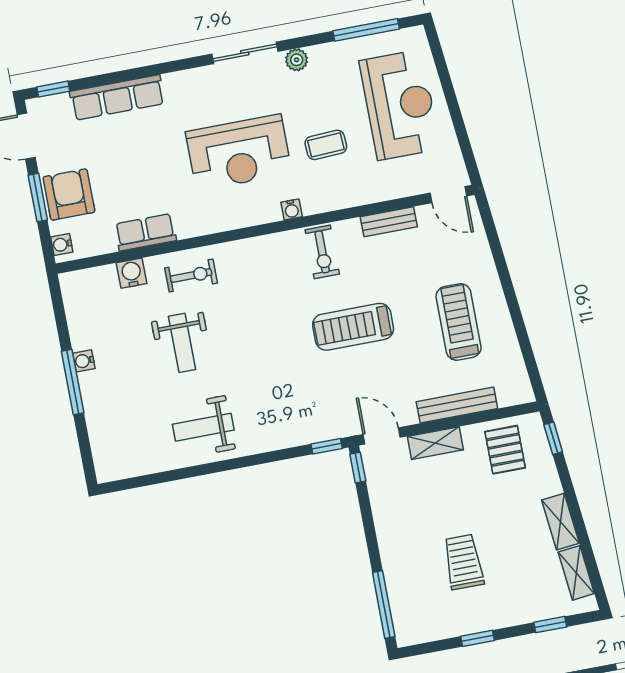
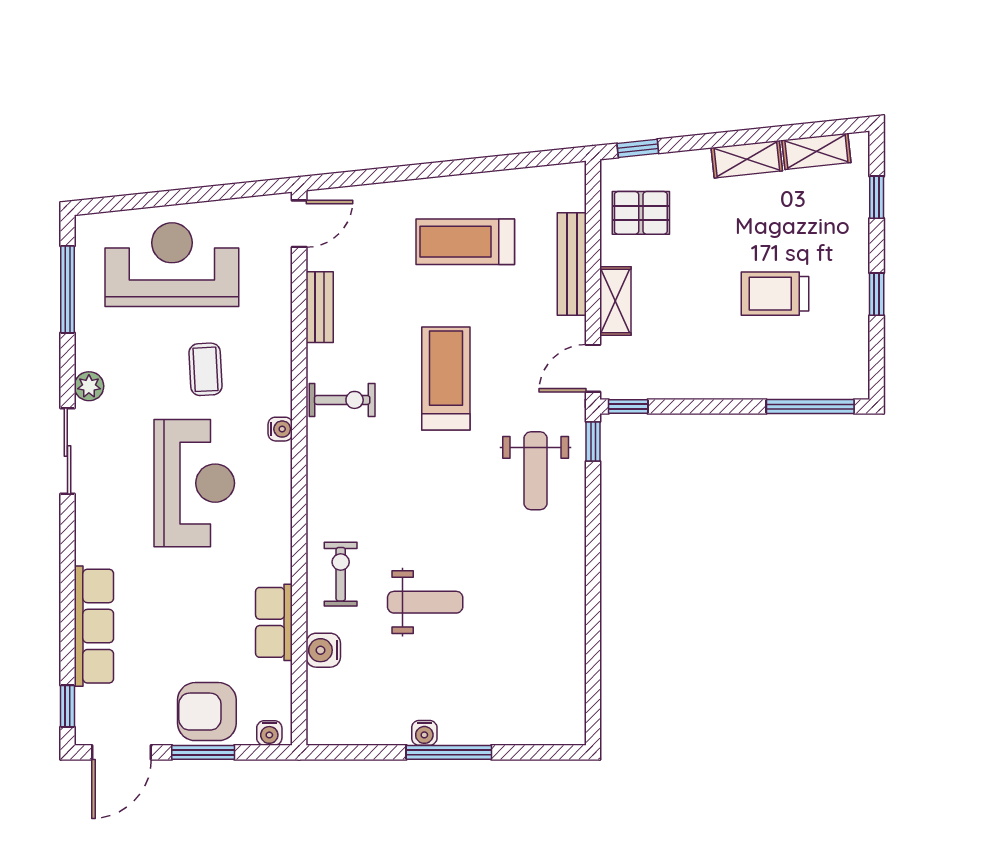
treadmill: (353, 327) -> (446, 378), turned 180
weight bench: (203, 427) -> (536, 471), moved

